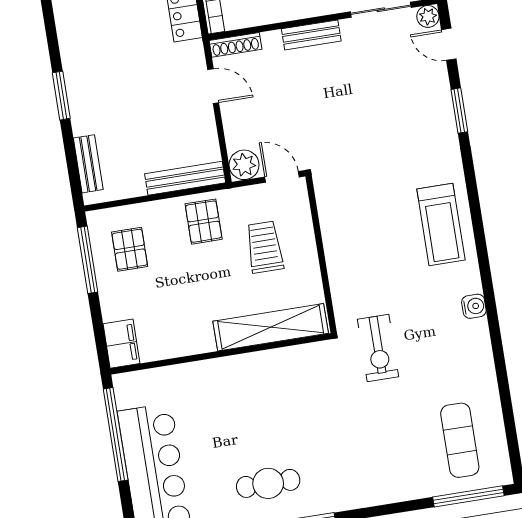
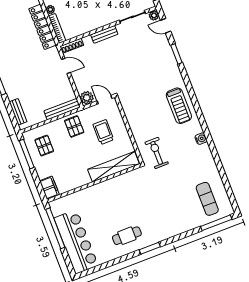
exercise bike: (378, 348) -> (157, 153), moved, turned 180

